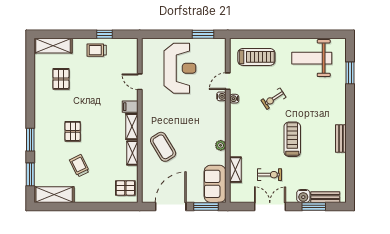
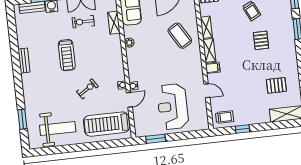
trolley: (97, 50) -> (224, 117), moved
treadmill: (256, 57) -> (107, 124), width x1.37, depth x1.38
pallet: (61, 79) -> (276, 85), turned 90

